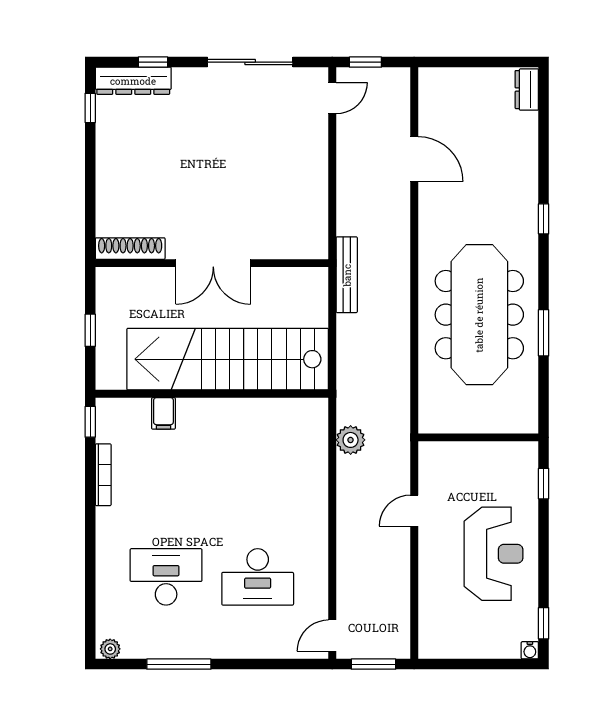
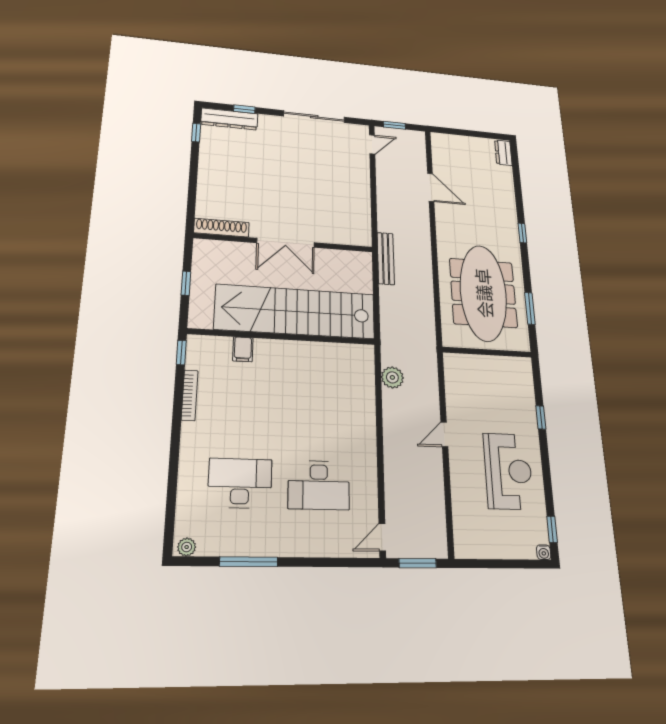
wall: (478, 437) -> (487, 352), moved

